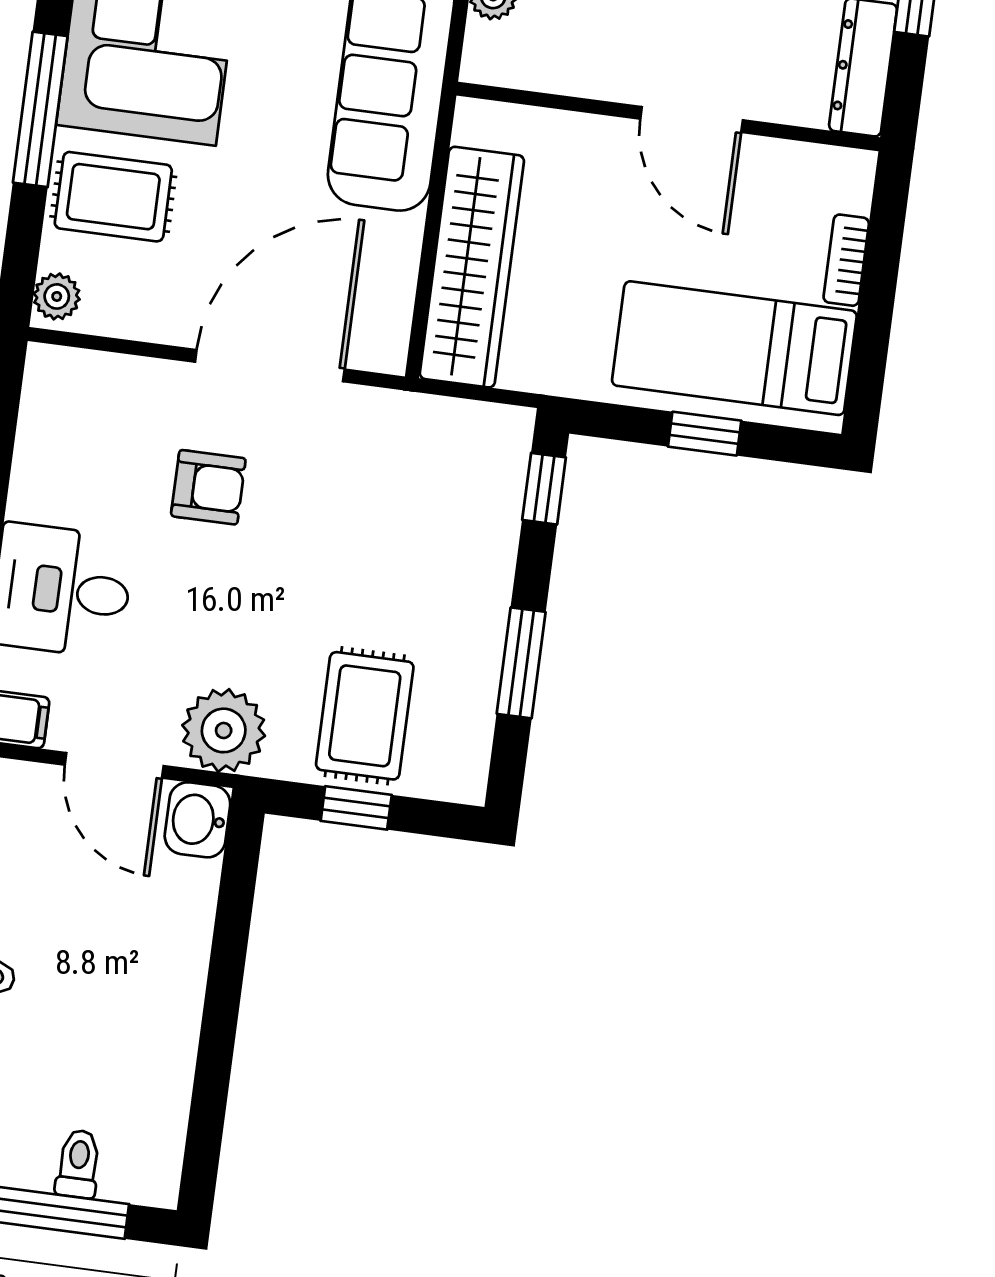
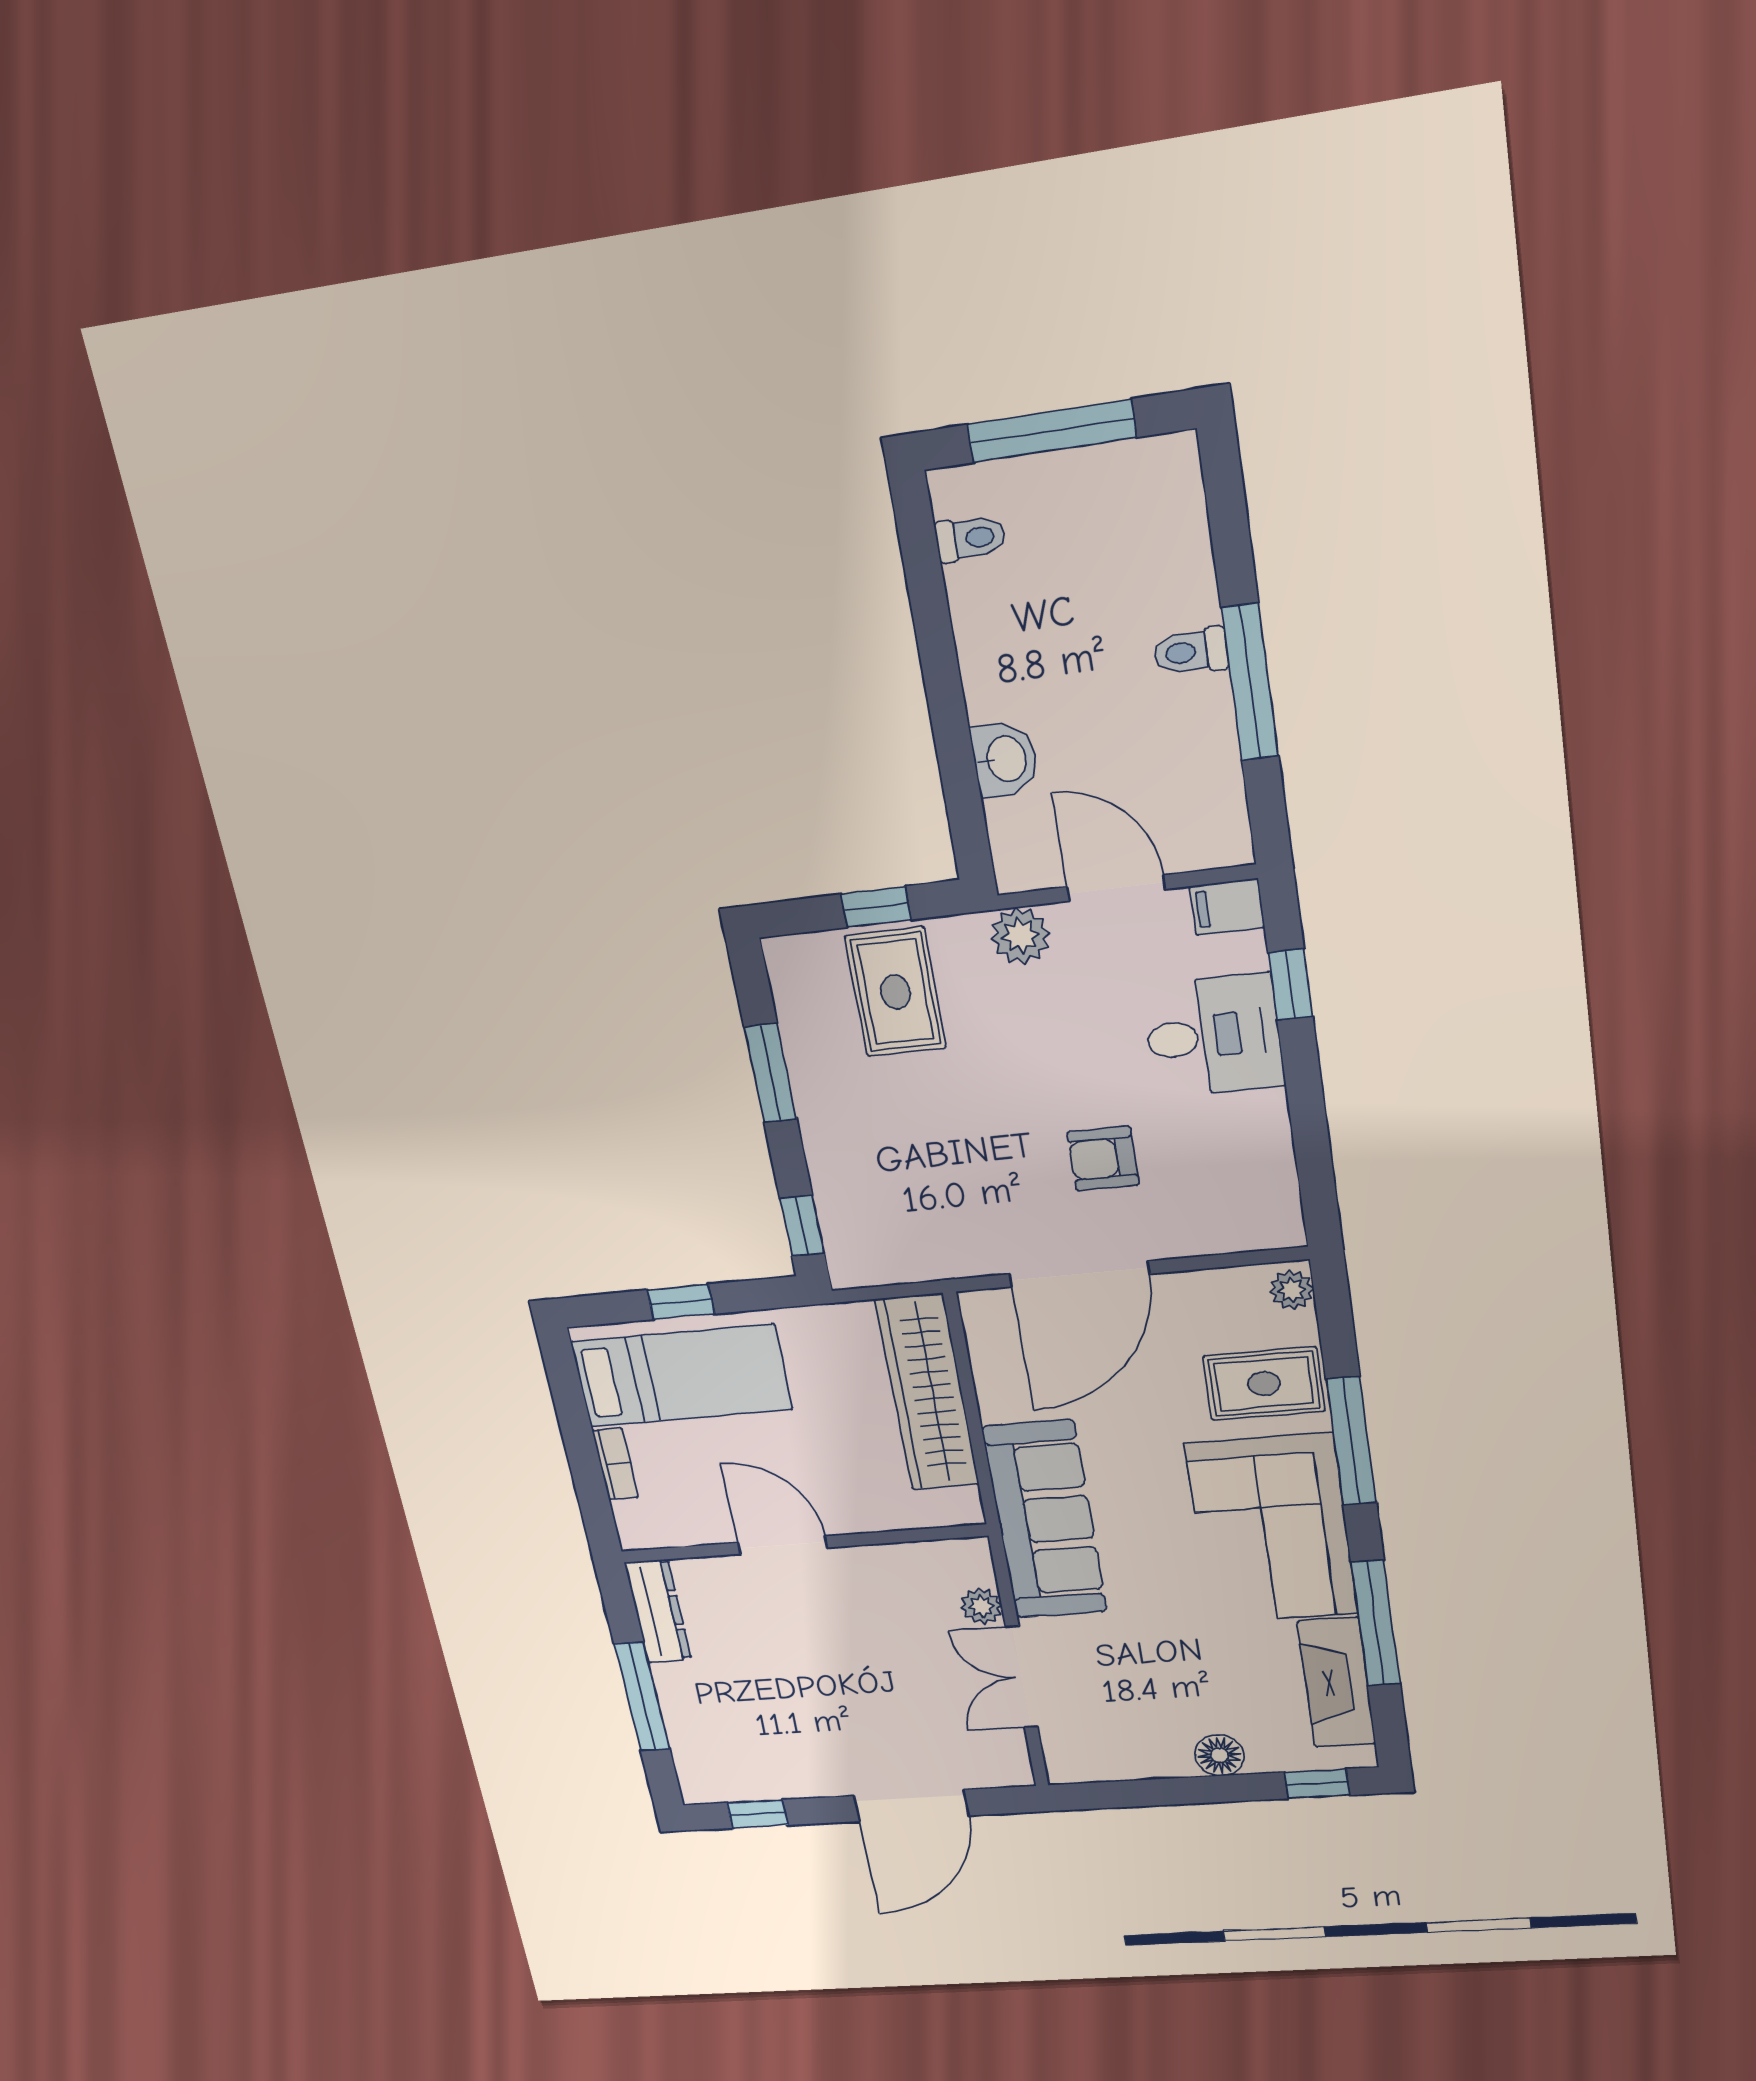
plant: (224, 730) -> (1020, 936), width x0.73, depth x0.73
washbasin: (197, 820) -> (1005, 759), moved
toilet: (78, 1164) -> (971, 538), moved, turned -90

